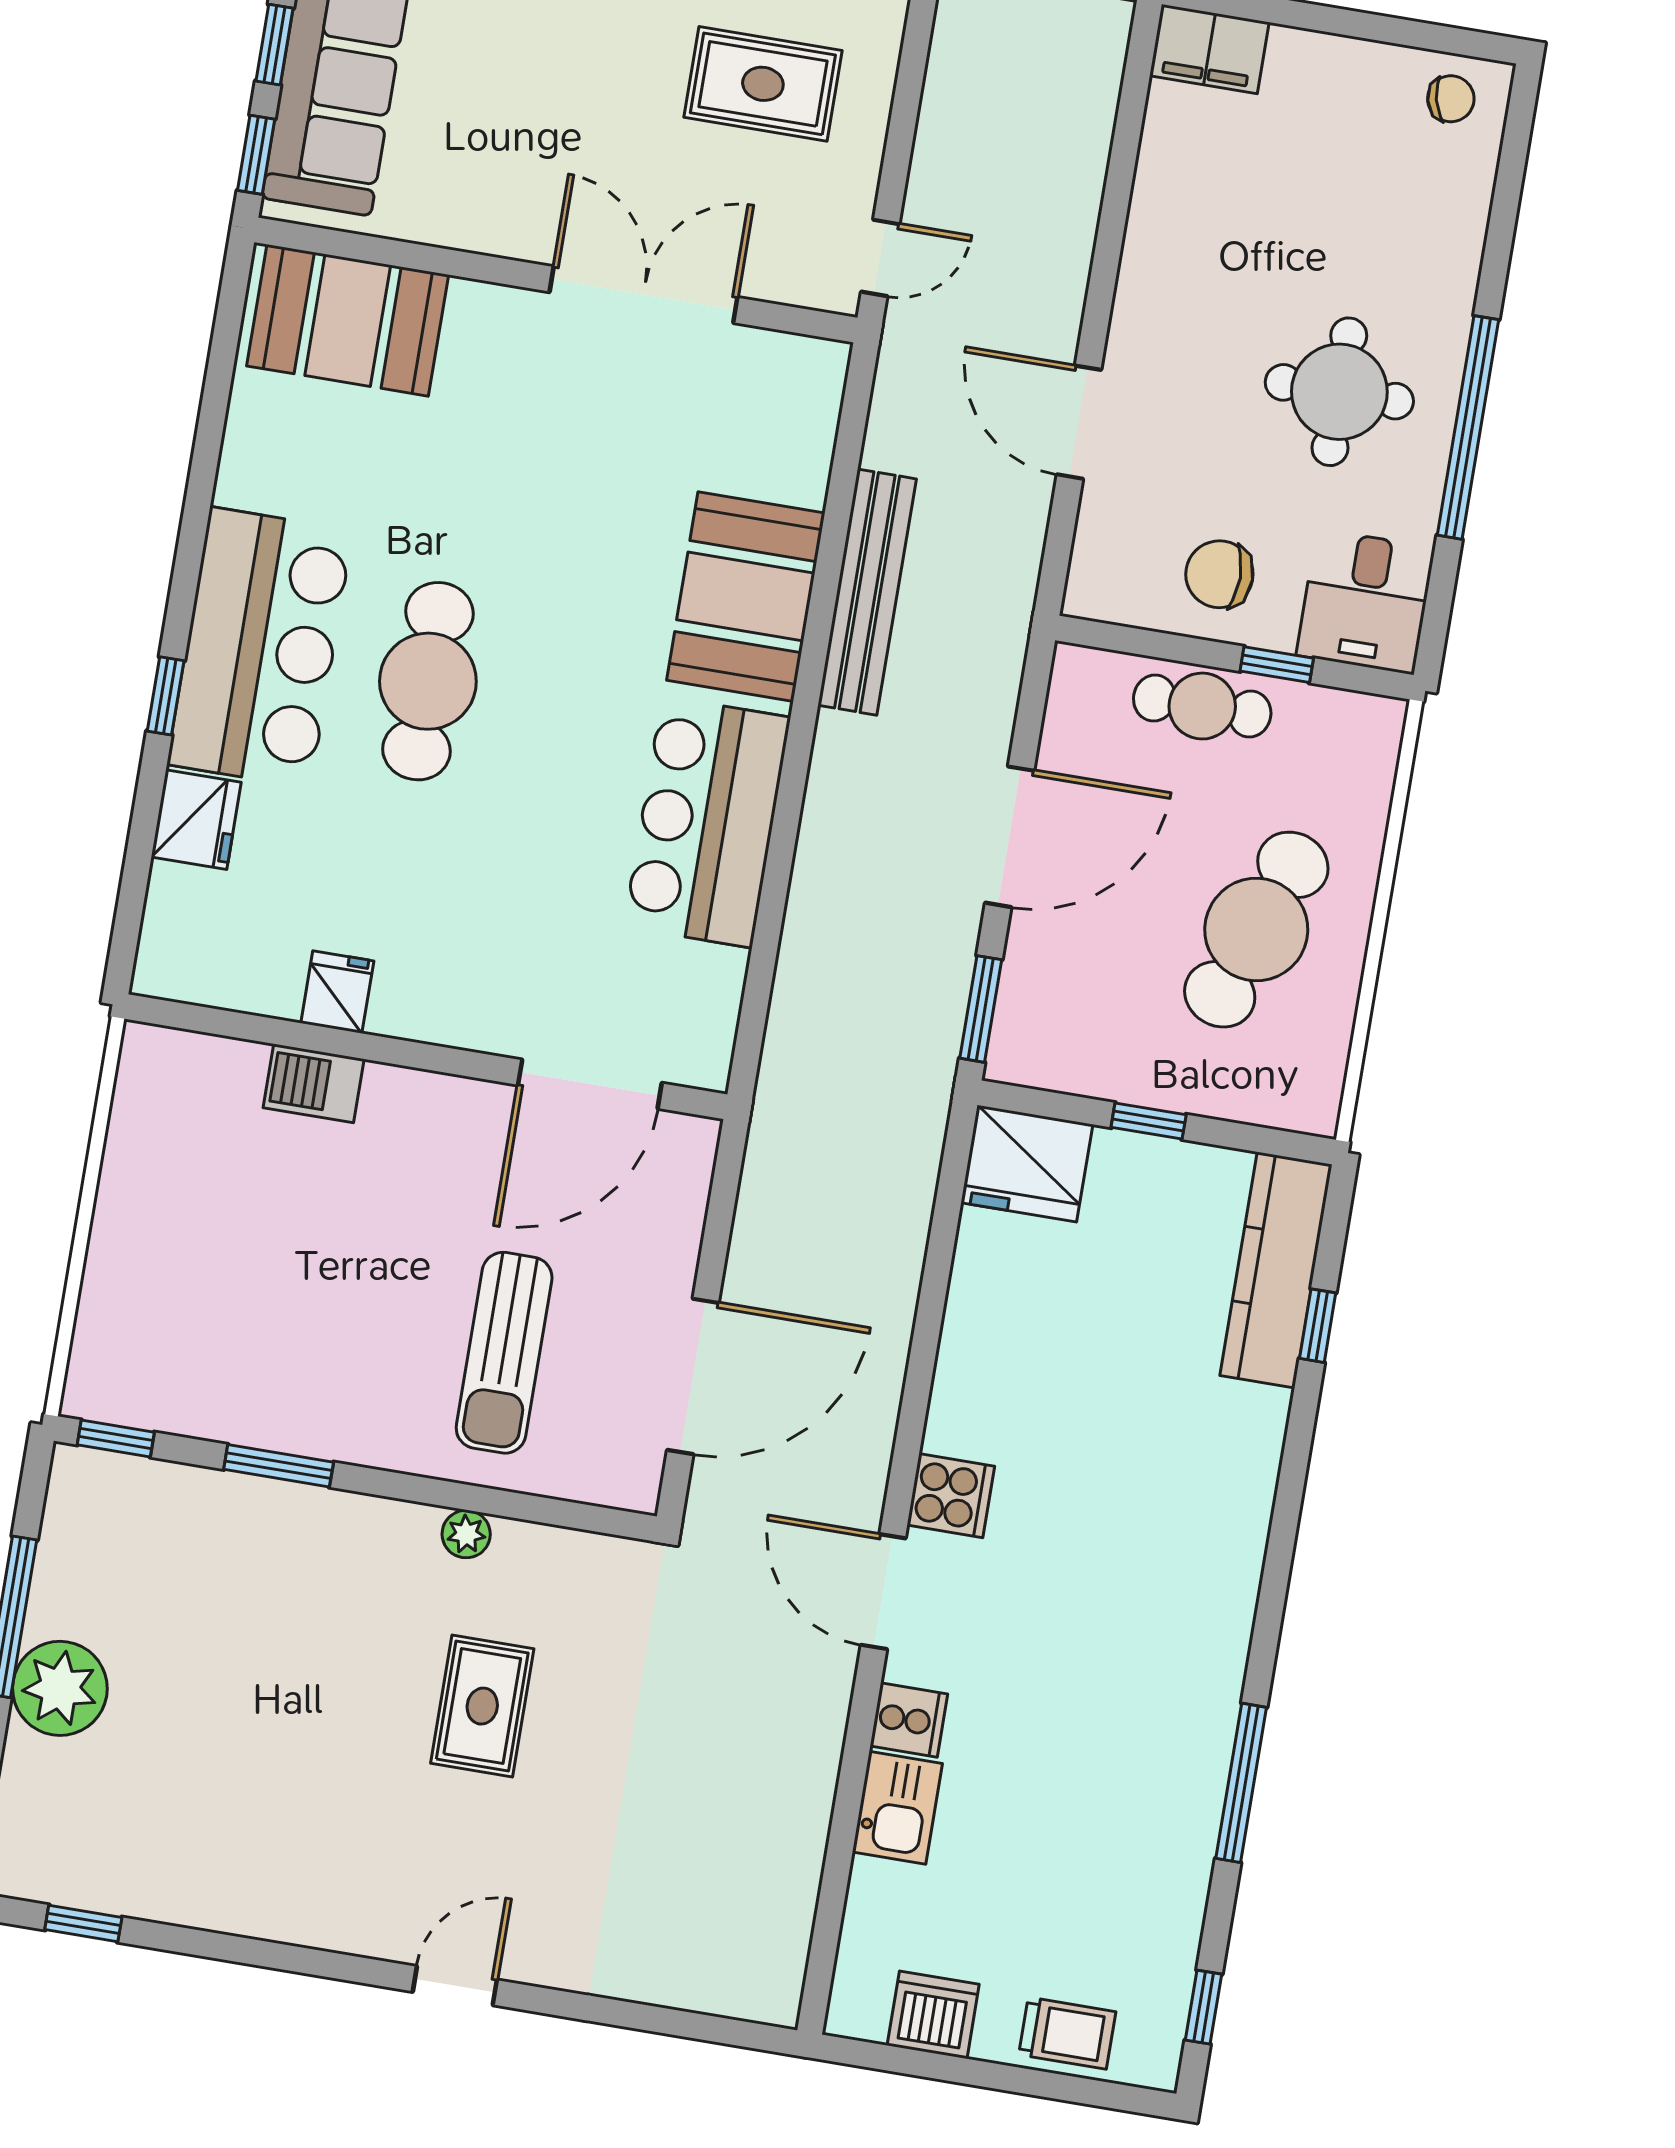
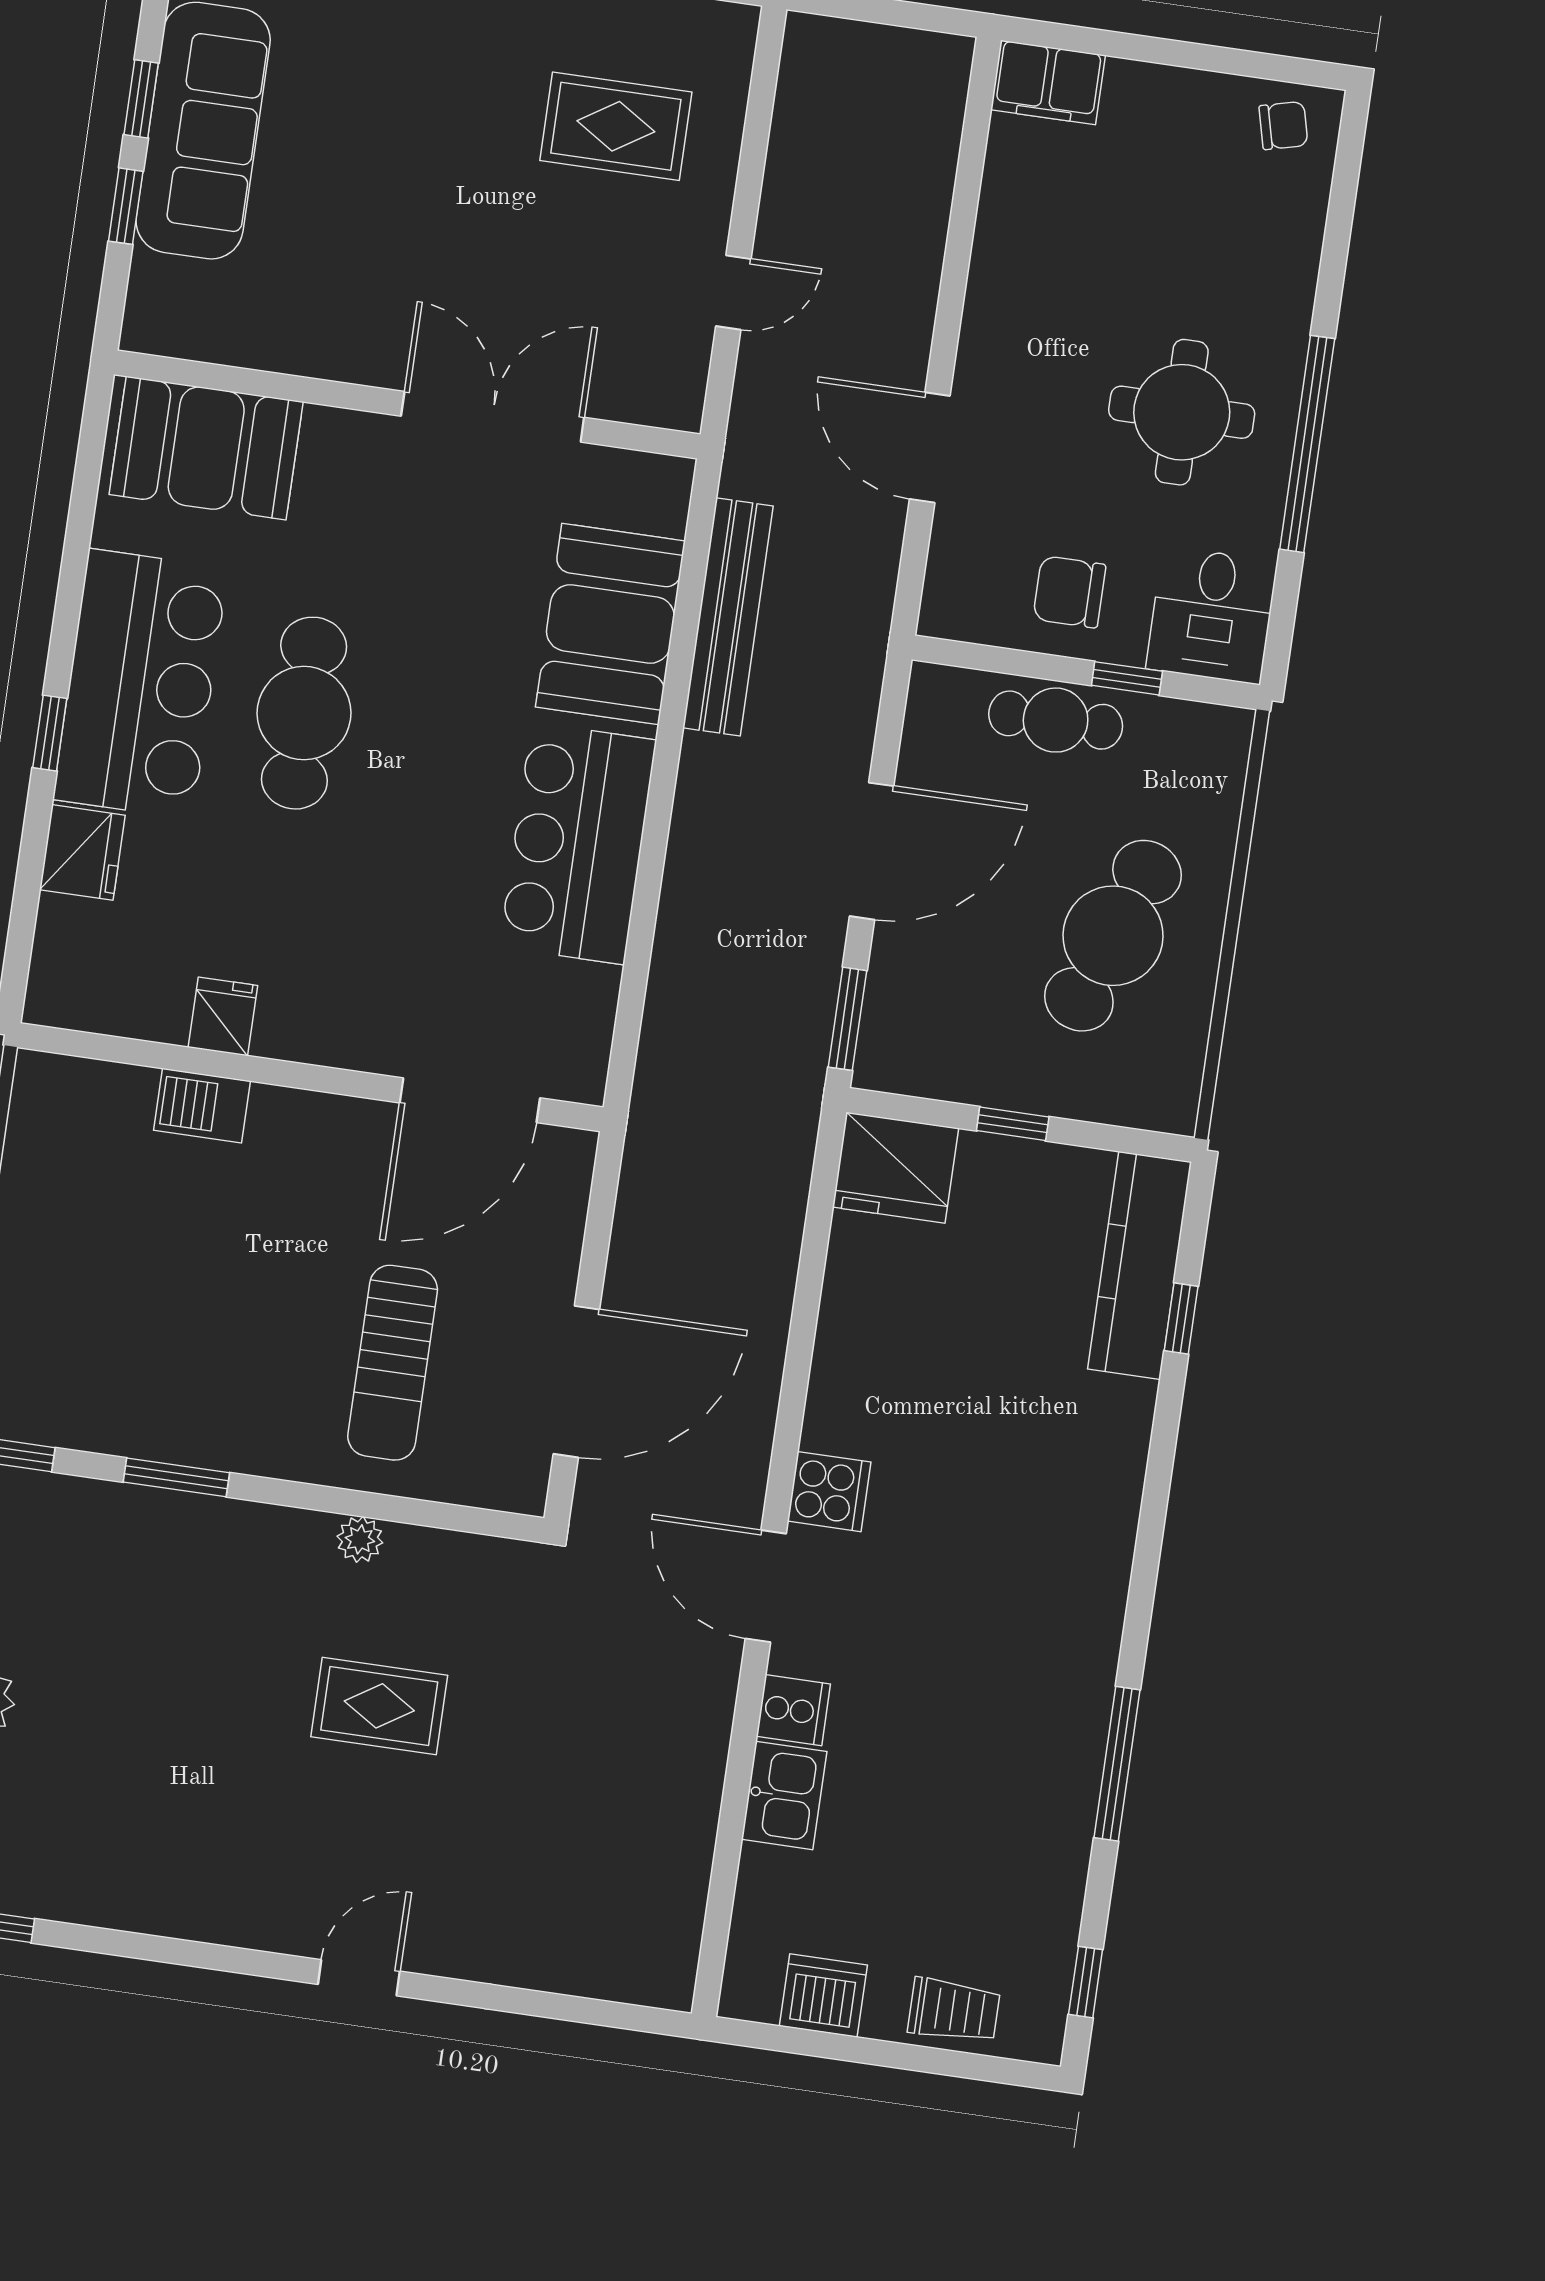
wall: (556, 280) -> (407, 404), moved
double door: (643, 295) -> (493, 417), moved
booth: (348, 320) -> (206, 448), moved
rug: (482, 1706) -> (379, 1706), turned 90

